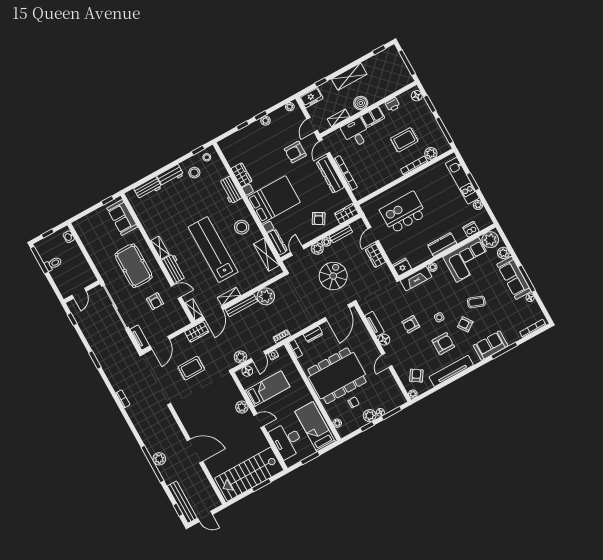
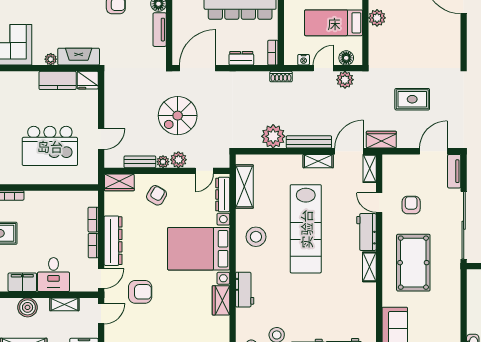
kitchen counter: (442, 245) -> (58, 80), moved
wardrobe: (375, 256) -> (113, 112), removed

